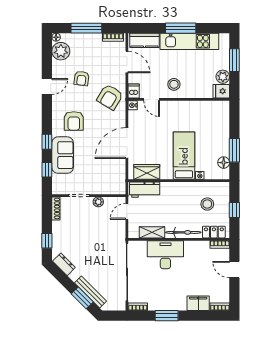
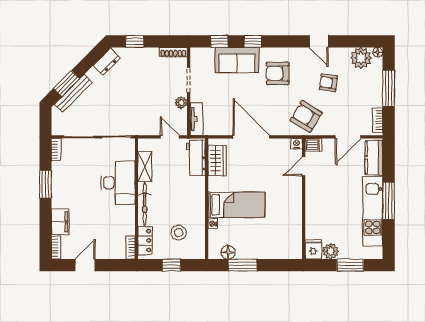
stool: (174, 84) -> (321, 193), removed
tv unit: (112, 189) -> (196, 119), added
door: (234, 270) -> (85, 265), moved

